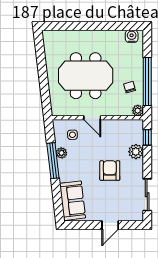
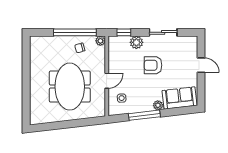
water cooler: (132, 36) -> (35, 46), removed
plant: (62, 153) -> (158, 105), moved
sliding door: (147, 195) -> (163, 32), moved

